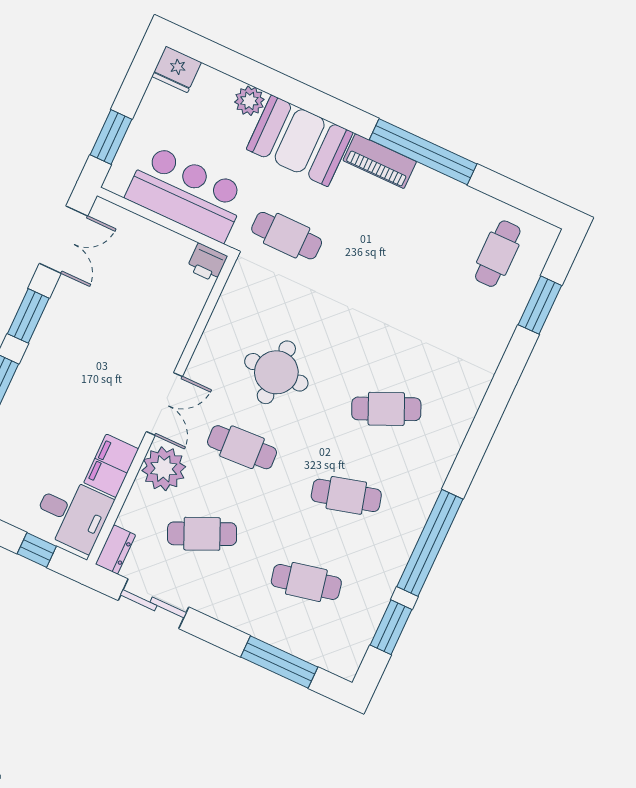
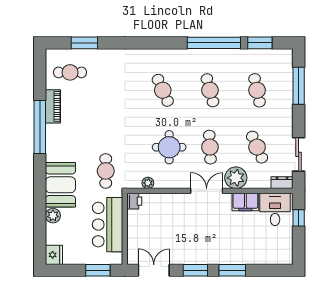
piano: (380, 161) -> (53, 106), moved
plant: (229, 303) -> (148, 183), added

